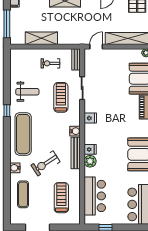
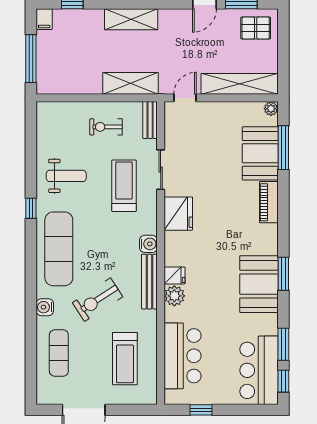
shelving: (41, 38) -> (130, 83), moved
fridge: (90, 118) -> (178, 214), width x1.88, depth x1.34
treadmill: (61, 198) -> (125, 359), turned 180

